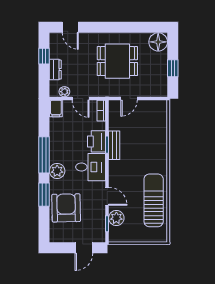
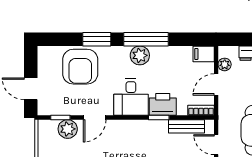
bench: (114, 145) -> (187, 126), moved
plant: (57, 171) -> (140, 55), moved
armchair: (66, 208) -> (80, 67), turned 91

